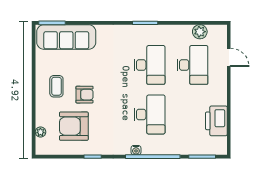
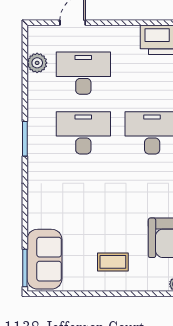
sofa: (66, 37) -> (45, 259), width x0.73
armchair: (85, 95) -> (124, 223), removed

